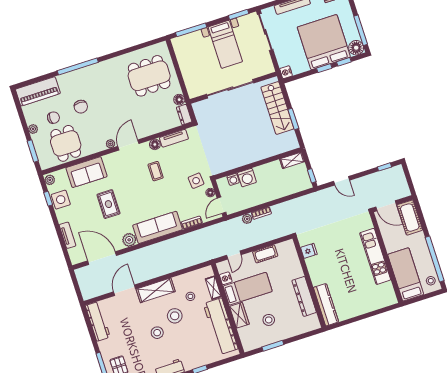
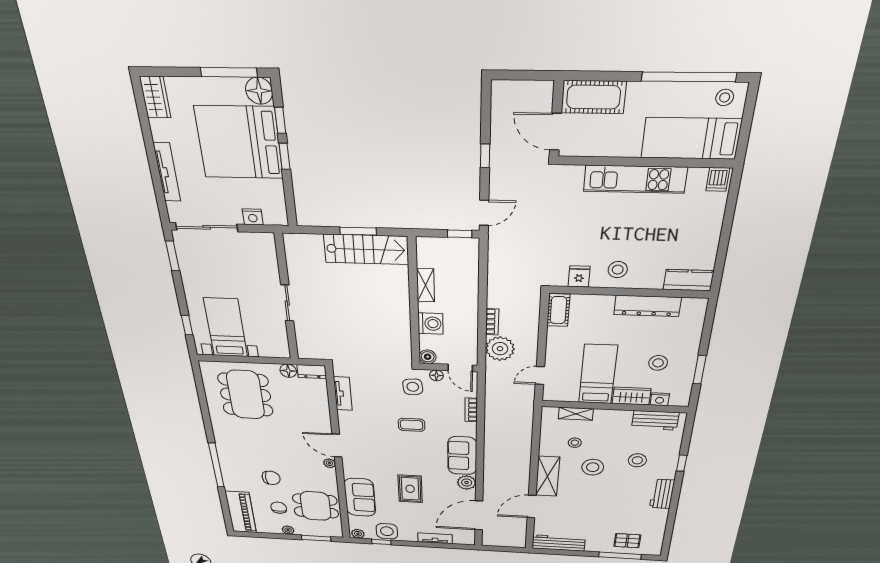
window: (191, 30) -> (187, 325), width x0.46
bed with nightstands: (225, 44) -> (226, 328), moved, turned -90
nightstand: (286, 72) -> (253, 217), moved
sliding door: (230, 89) -> (287, 303), width x0.54
stairs: (277, 108) -> (366, 249), moved
floor lamp: (155, 144) -> (345, 417), removed
shelving: (292, 160) -> (426, 285), moved
window: (384, 167) -> (485, 156), moved
coffee table: (156, 171) -> (412, 425), moved
washing machine: (233, 179) -> (427, 342), removed
door: (342, 181) -> (484, 213), moved
boiler: (222, 183) -> (428, 357), added
rug: (108, 204) -> (410, 489), turned 90
door: (386, 206) -> (556, 132), swing flipped
plant: (247, 219) -> (500, 349), width x1.87, depth x1.87
sofa: (158, 227) -> (462, 456), width x0.73
cot: (265, 254) -> (558, 310), moved
door: (234, 255) -> (540, 375), swing flipped
stool: (321, 270) -> (618, 270), added
nightstand: (226, 278) -> (660, 399), moved
door: (125, 290) -> (532, 507), hinge flipped
dishwasher: (390, 298) -> (718, 179), added
kitchen counter: (326, 305) -> (688, 280), width x0.67
workbench: (221, 326) -> (655, 420), width x0.53, depth x0.76
stool: (157, 333) -> (637, 460), moved

